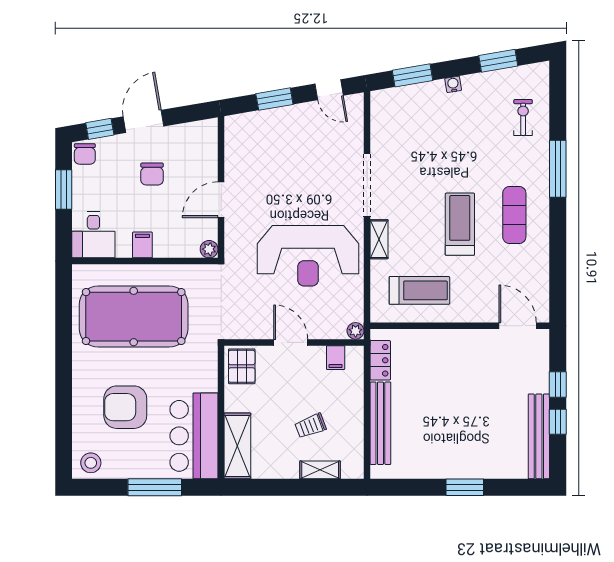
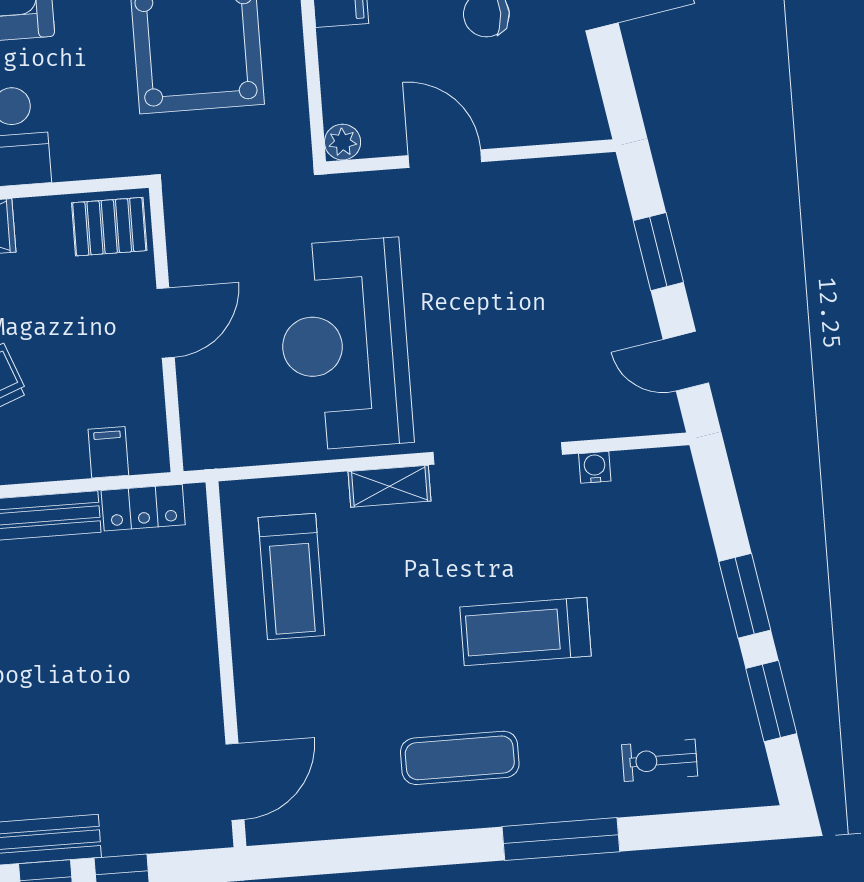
window: (412, 75) -> (745, 596), moved
water cooler: (453, 84) -> (595, 467), moved, turned -80
door: (329, 90) -> (686, 361), hinge flipped
exercise bike: (523, 117) -> (660, 760), turned 180
treadmill: (460, 224) -> (526, 632), moved, turned 180
plant: (356, 331) -> (199, 453), removed
filing cabinet: (336, 358) -> (108, 452), moved, turned 90

